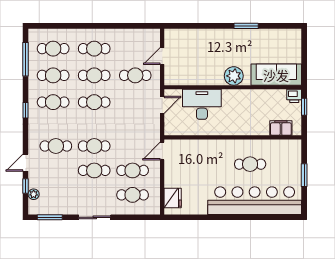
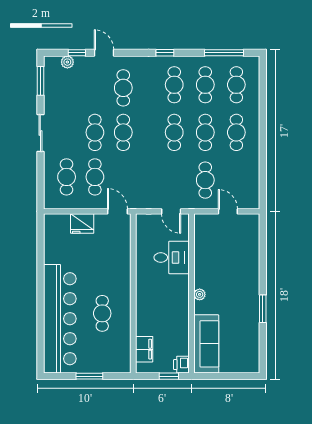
plant: (234, 76) -> (200, 294), width x0.53, depth x0.53
desk: (202, 104) -> (172, 257), width x0.73
fridge: (173, 198) -> (82, 224), moved

